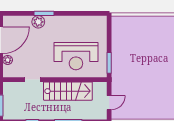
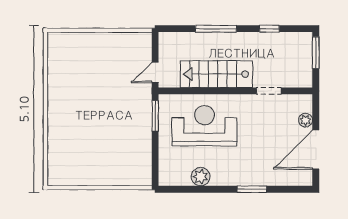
plant: (38, 22) -> (201, 177), moved
door: (109, 103) -> (155, 72), moved

